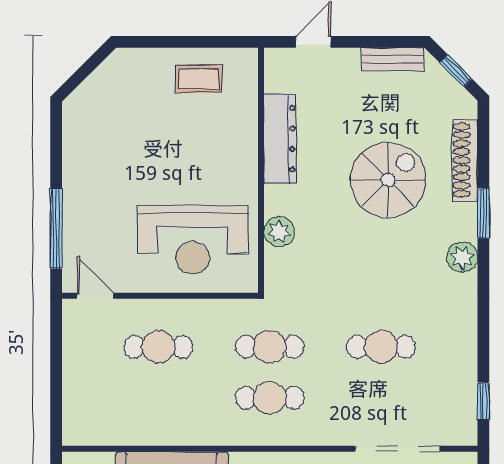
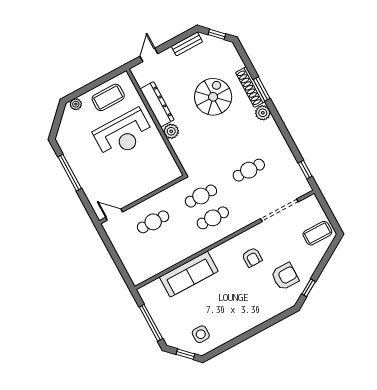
plant: (134, 60) -> (76, 104), added
coffee table: (199, 79) -> (108, 97), width x1.36, depth x1.30
shoe rack: (465, 160) -> (250, 87), moved
window: (56, 229) -> (70, 173), moved
plant: (279, 232) -> (171, 131), moved
reception desk: (193, 240) -> (123, 134), moved

